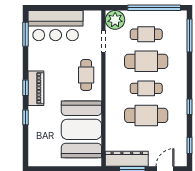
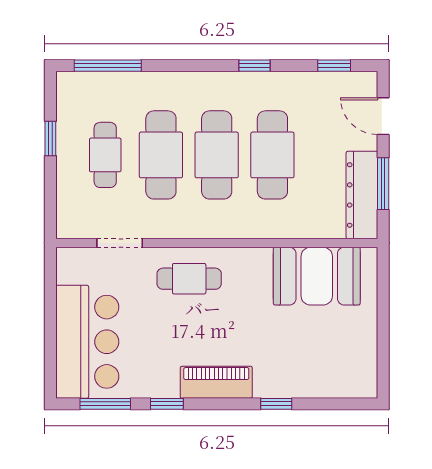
window: (154, 8) -> (50, 139), width x0.32
plant: (115, 20) -> (76, 219), removed
window: (25, 88) -> (167, 404), moved
cafe table: (146, 88) -> (217, 155), width x1.37, depth x1.35
booth: (81, 129) -> (317, 276), width x0.73, depth x0.70

